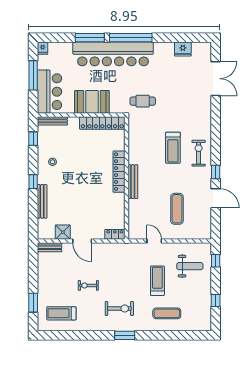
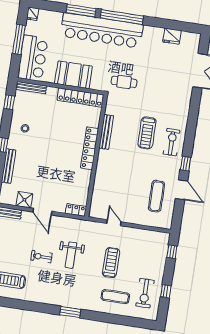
bench: (133, 182) -> (106, 132), moved
exercise mat: (177, 209) -> (157, 196), moved
weight bench: (190, 266) -> (71, 255), moved, turned 90
exercise bike: (119, 308) -> (145, 293), moved, turned 90

